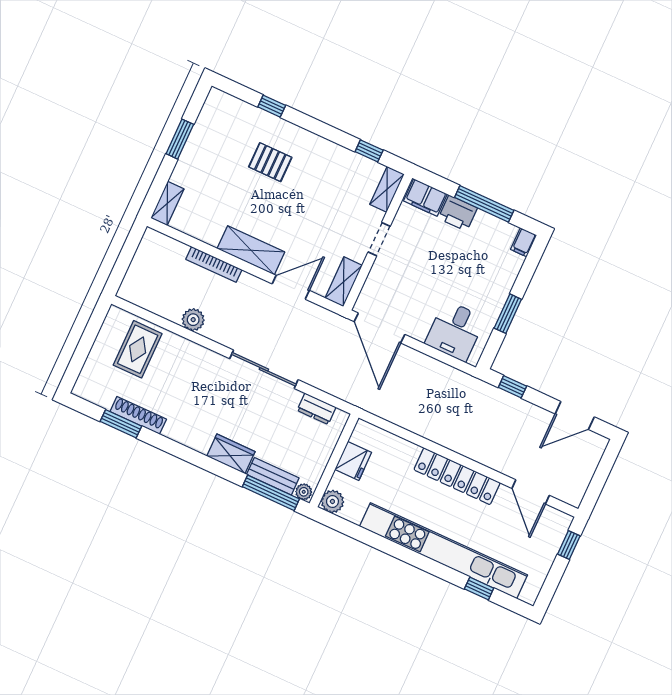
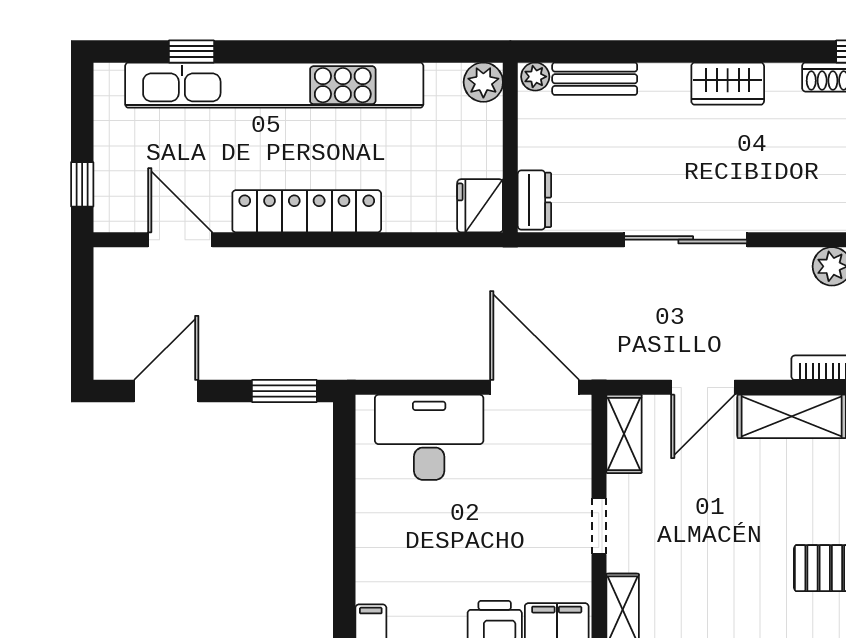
window: (508, 314) -> (344, 502), removed
desk: (455, 331) -> (429, 437), width x1.37
window: (512, 387) -> (284, 391), width x1.50
dresser: (317, 409) -> (534, 200), moved, turned 90
wardrobe: (231, 454) -> (728, 84), moved
fridge: (353, 461) -> (480, 206), moved
window: (271, 493) -> (586, 51), removed

